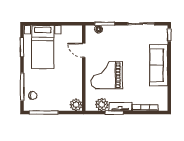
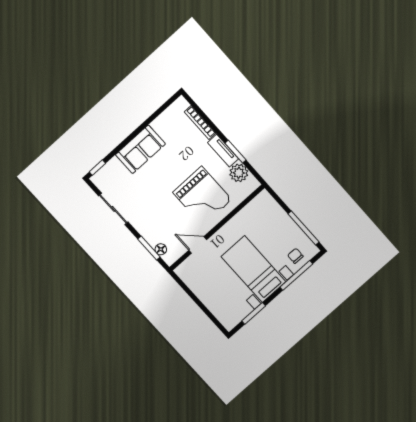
bed with nightstands: (43, 47) -> (253, 269), moved, turned -90
door: (84, 50) -> (198, 245), swing flipped
sofa: (159, 65) -> (140, 149), width x0.73
plant: (76, 105) -> (264, 200), removed

